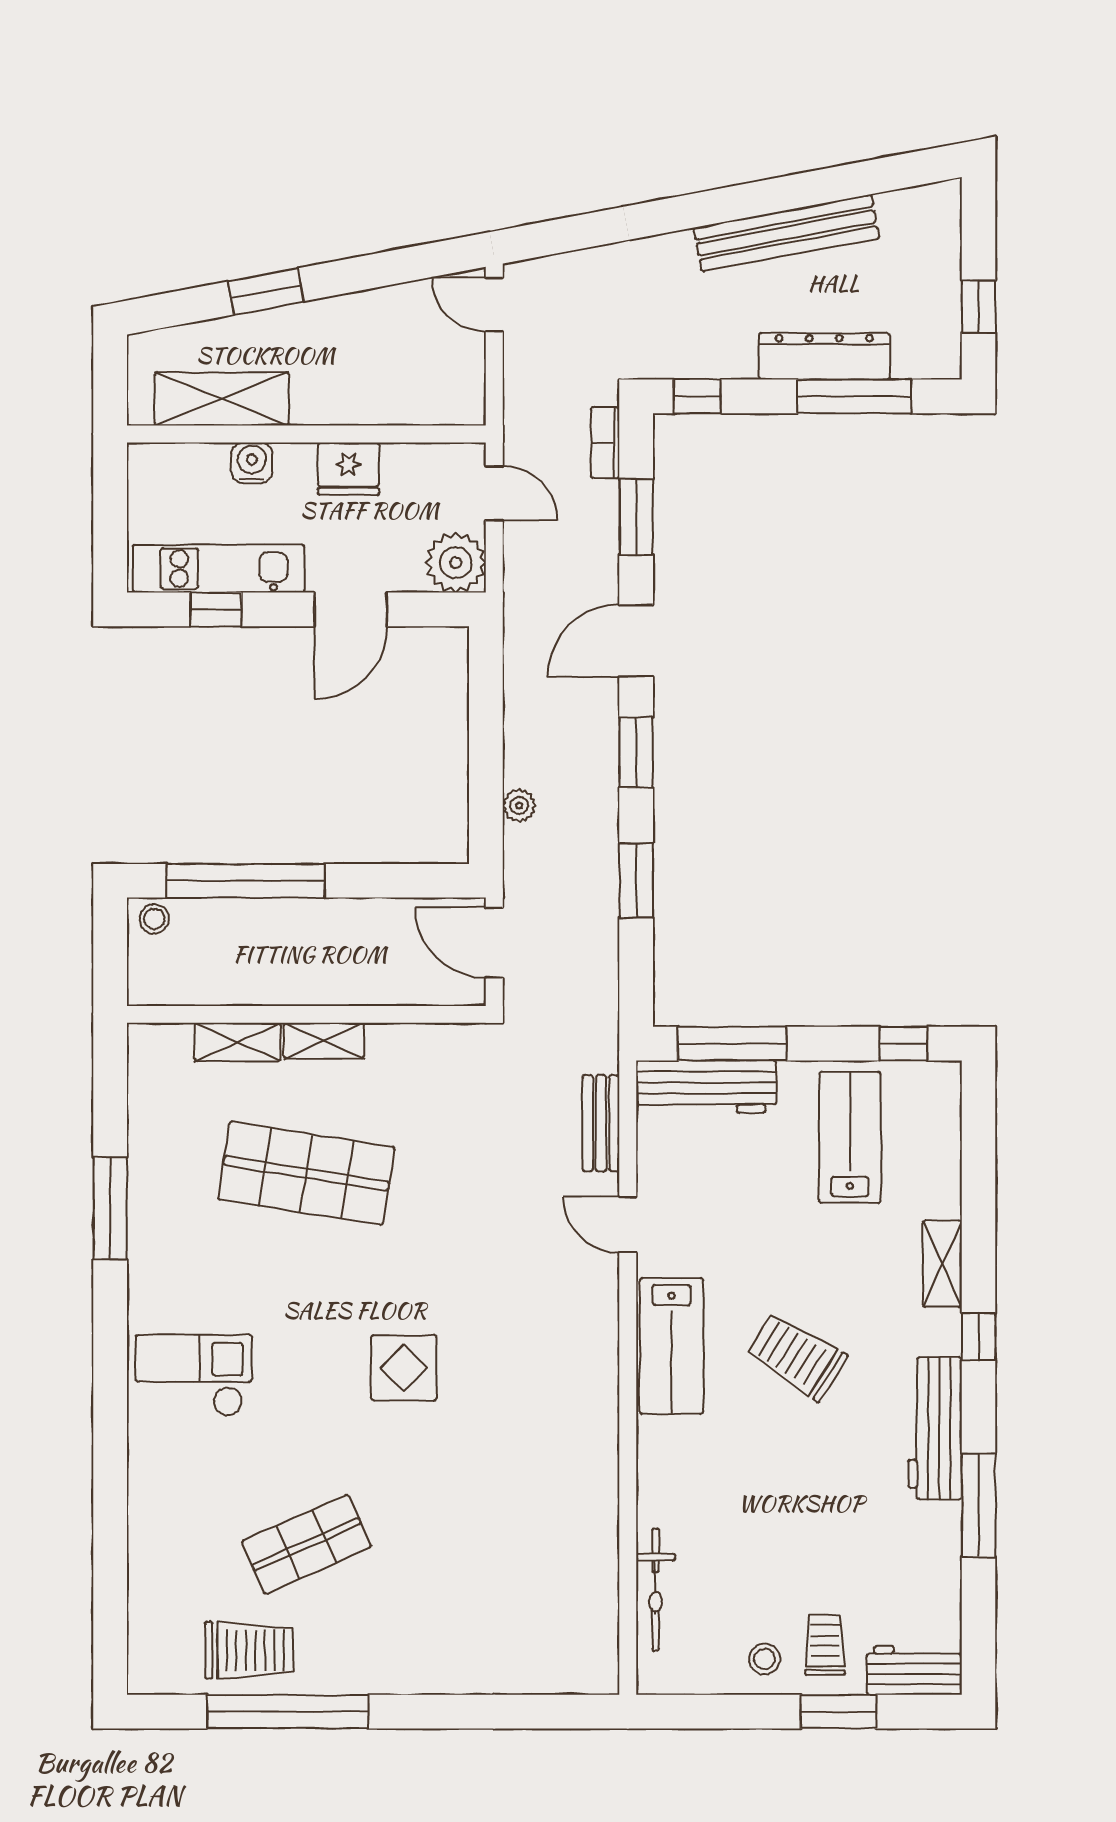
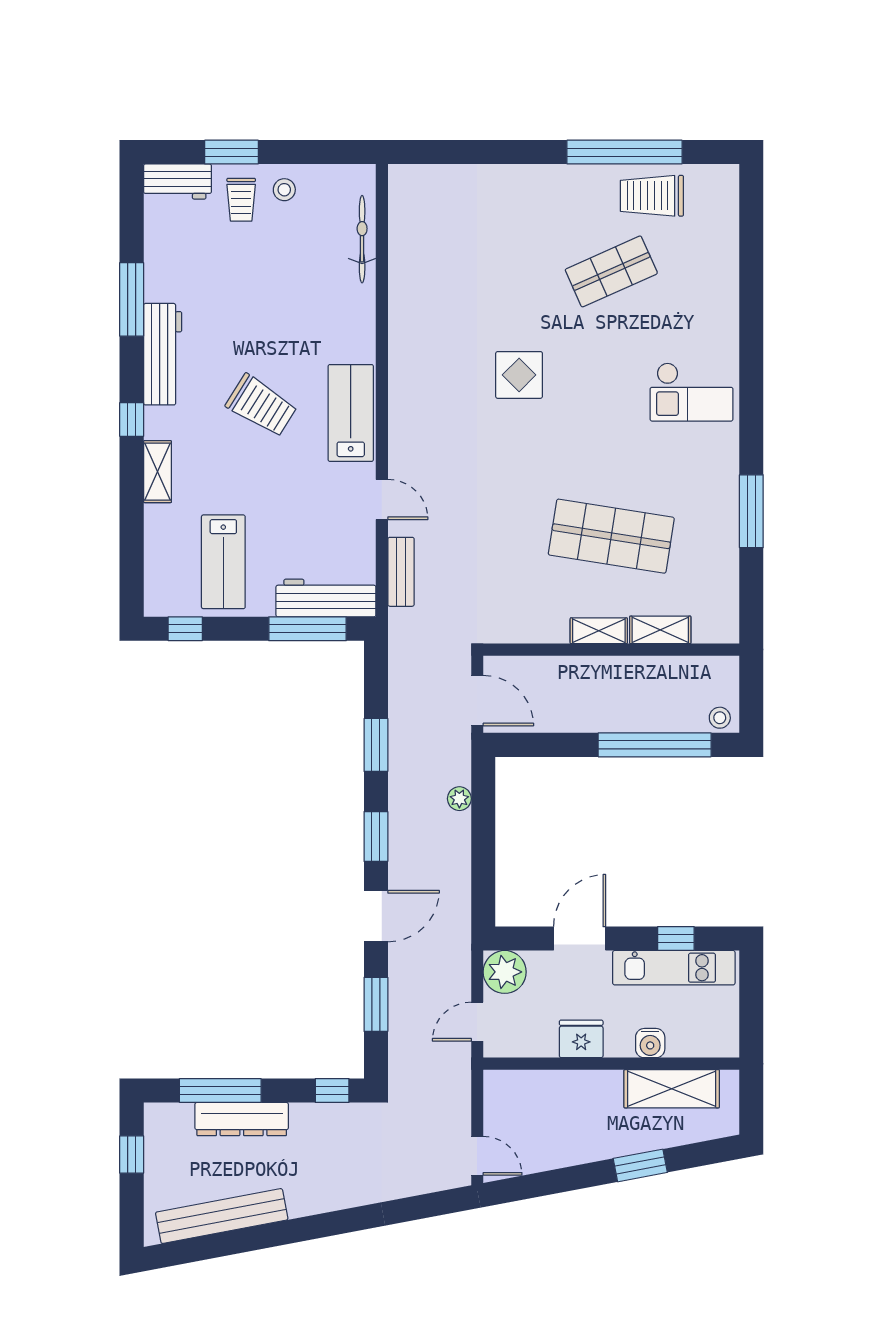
bench: (786, 233) -> (222, 1216), moved
bookcase: (605, 443) -> (398, 1057), removed
door: (494, 493) -> (477, 1022), hinge flipped
display table: (404, 1368) -> (519, 375), moved

